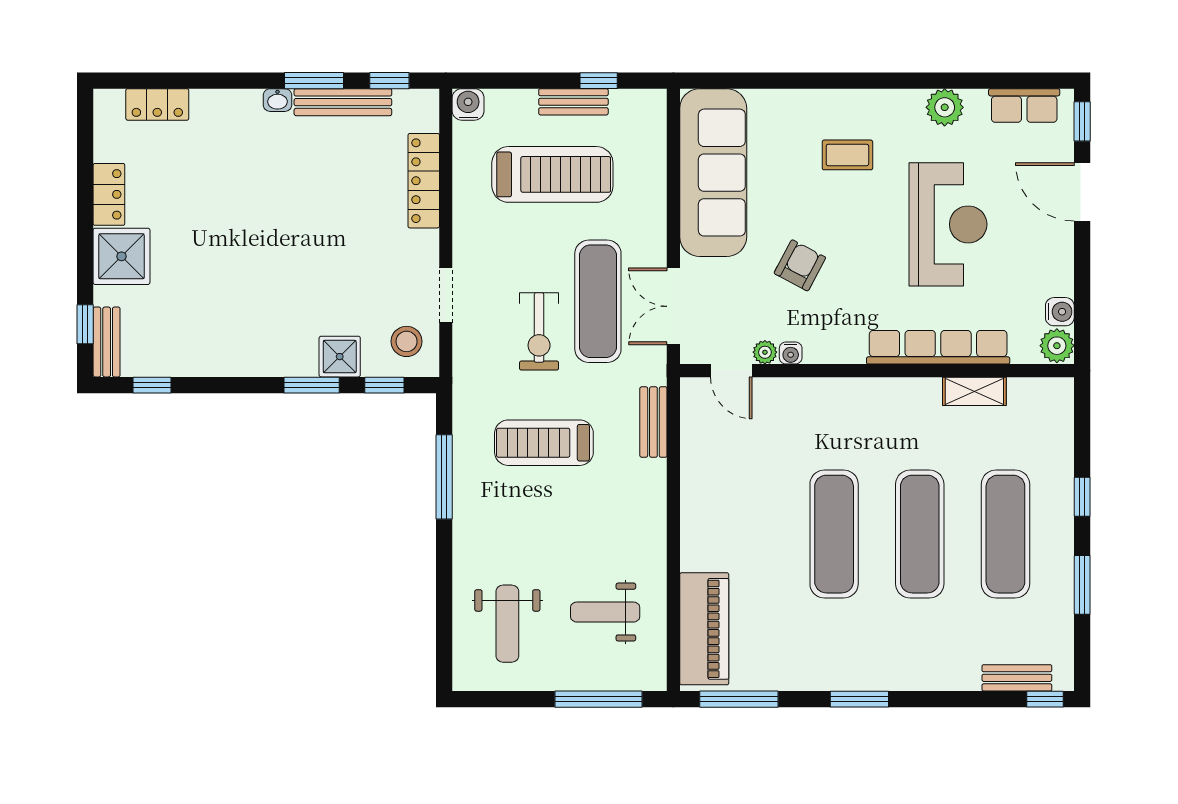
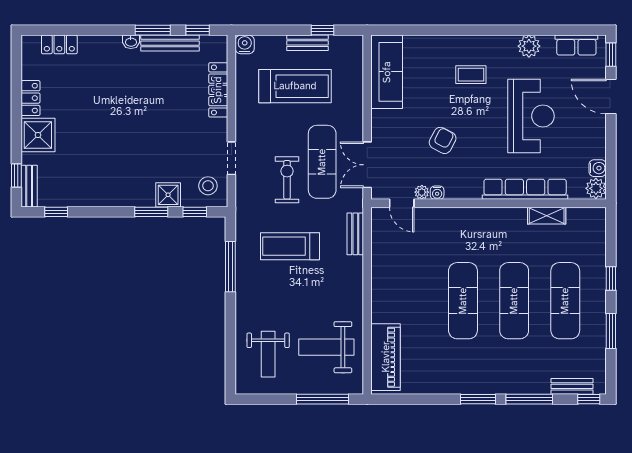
sofa: (713, 173) -> (387, 72), width x0.74, depth x0.79
exercise bike: (539, 331) -> (287, 180), turned 180
weight bench: (605, 612) -> (326, 347), width x1.36, depth x1.33
window: (739, 699) -> (529, 399), moved

